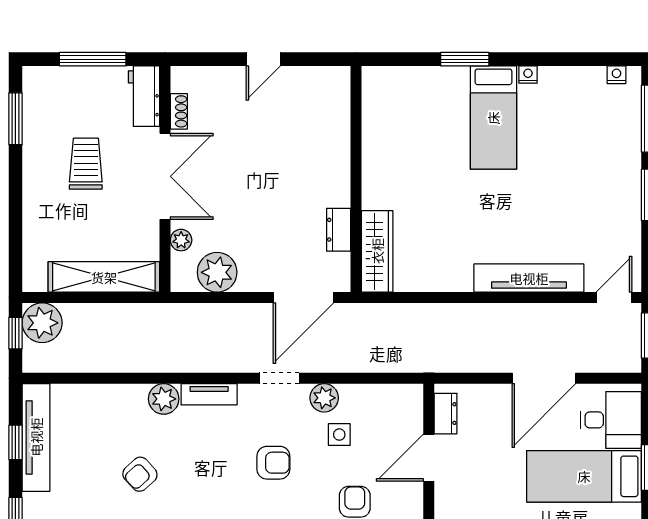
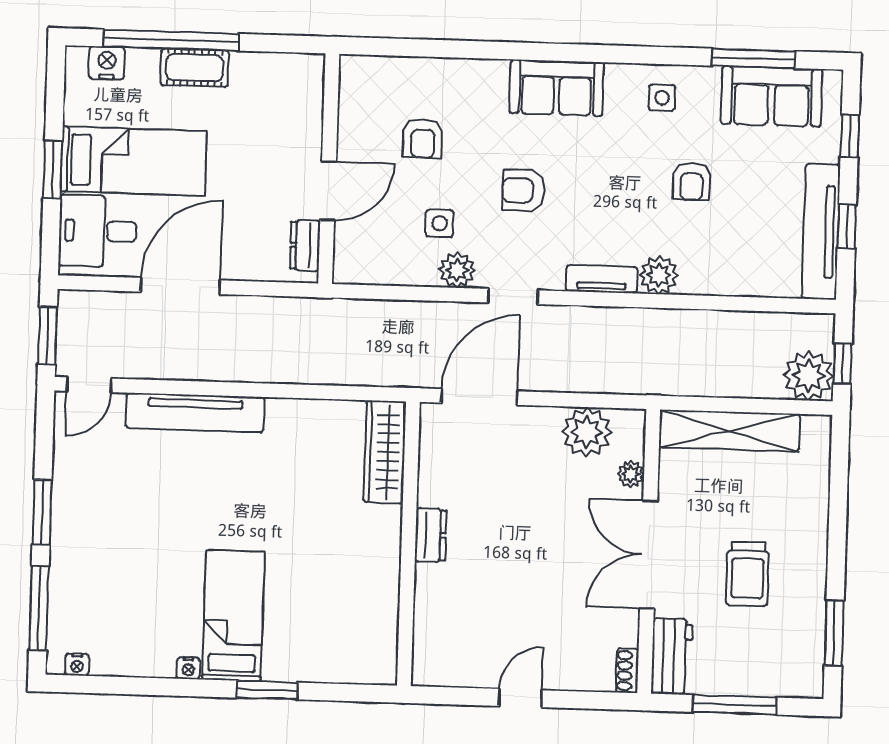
shoe rack: (179, 111) -> (627, 671), moved
dresser: (339, 230) -> (431, 535), moved
armchair: (140, 474) -> (692, 181), turned 132

